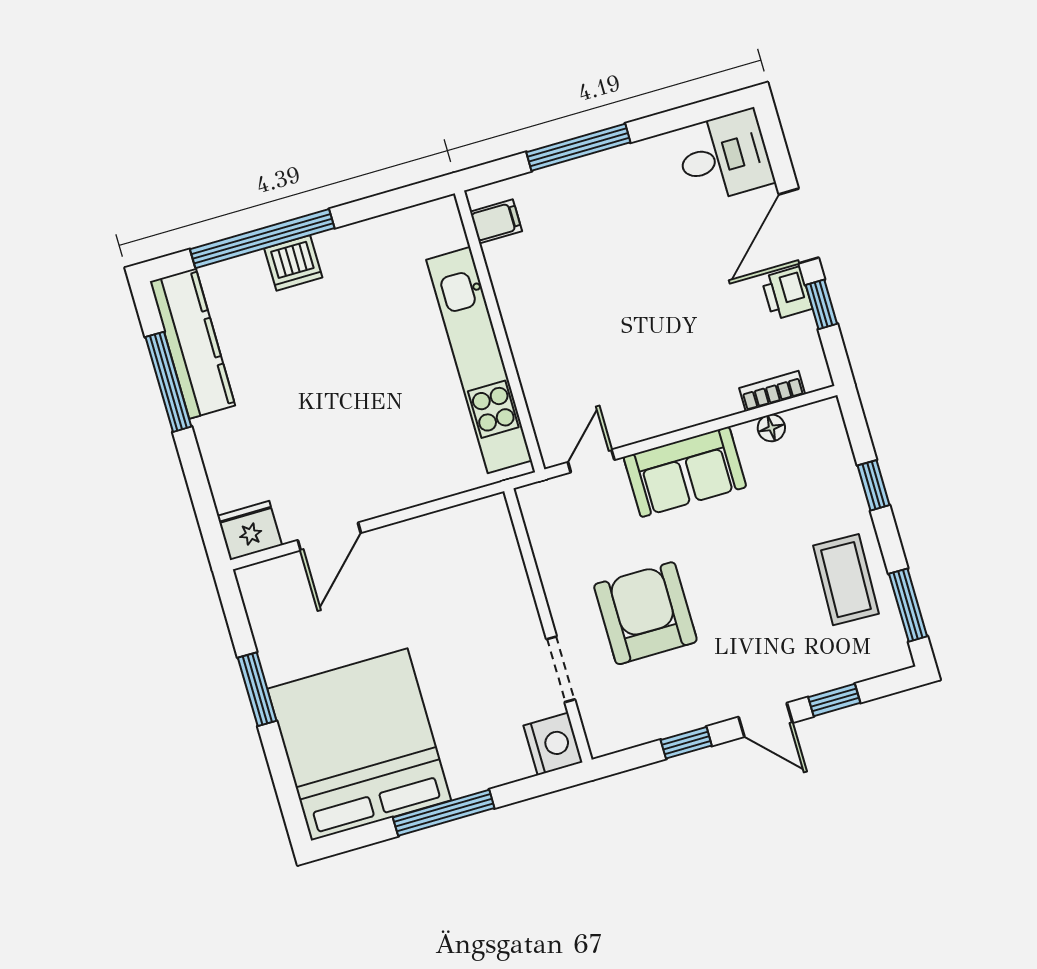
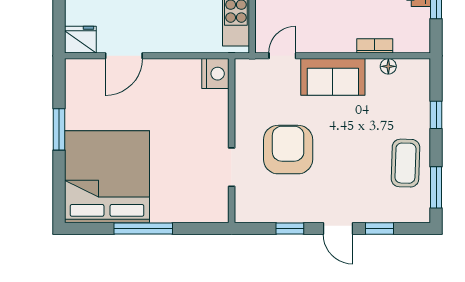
bookcase: (772, 391) -> (375, 46), moved
nightstand: (553, 744) -> (215, 74), moved

